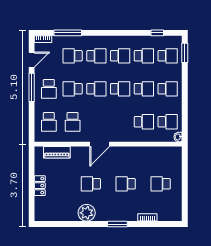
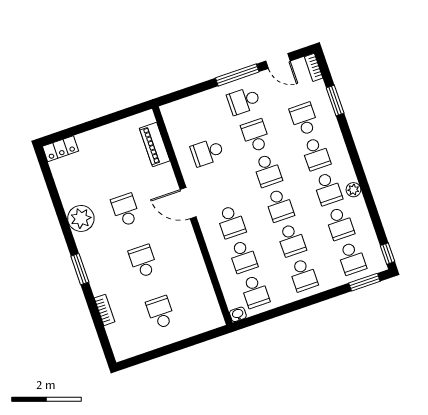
window: (68, 33) -> (335, 101), width x0.69
window: (157, 33) -> (388, 254), moved
plant: (126, 40) -> (353, 190), added
school desk: (49, 122) -> (231, 222), moved, turned -90
locker: (40, 186) -> (60, 149), moved

